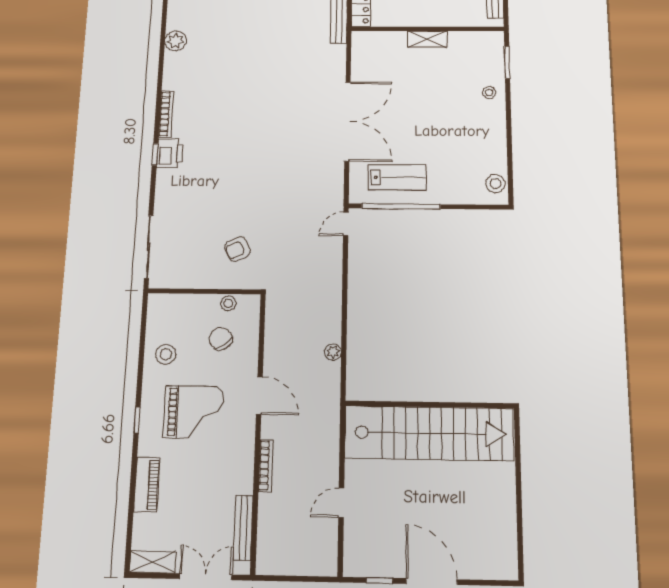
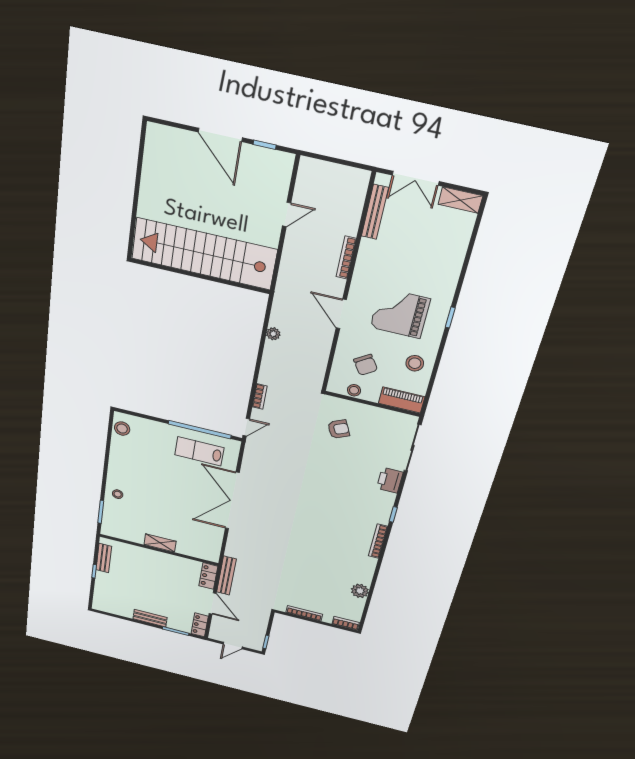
printer: (170, 153) -> (390, 480), moved
bookcase: (336, 268) -> (260, 396), added
piano: (147, 484) -> (402, 400), moved, turned 90

